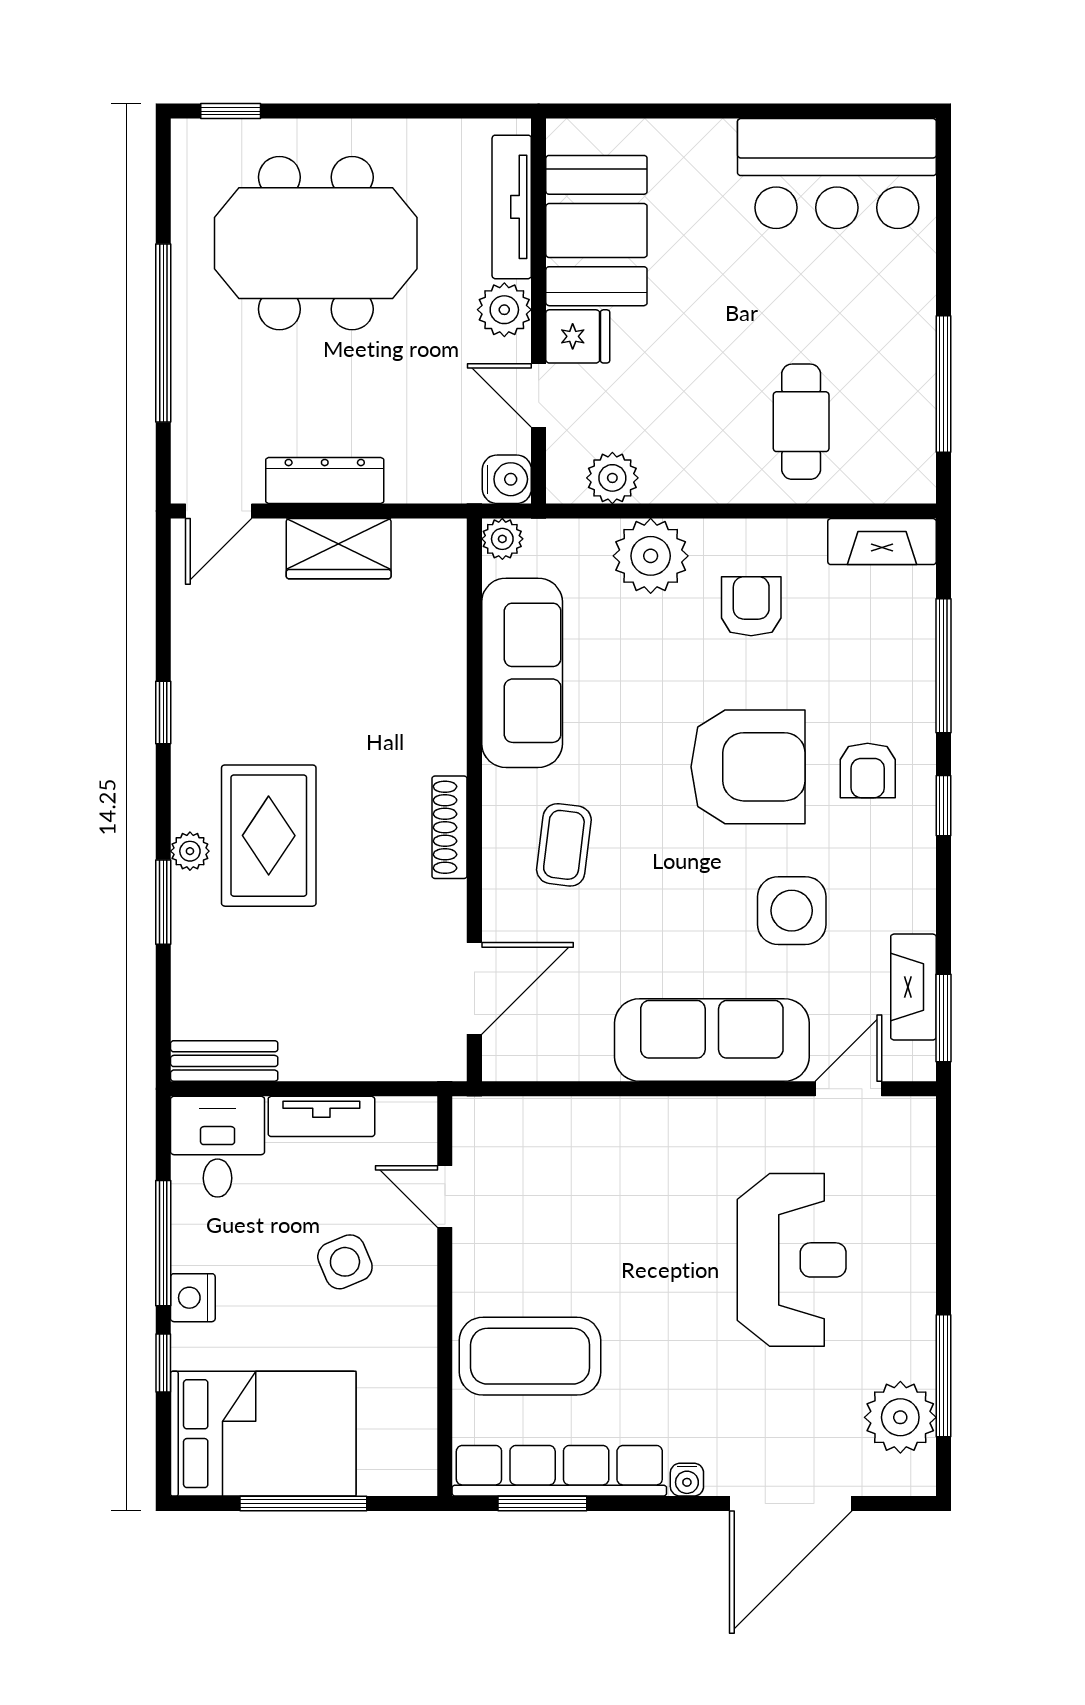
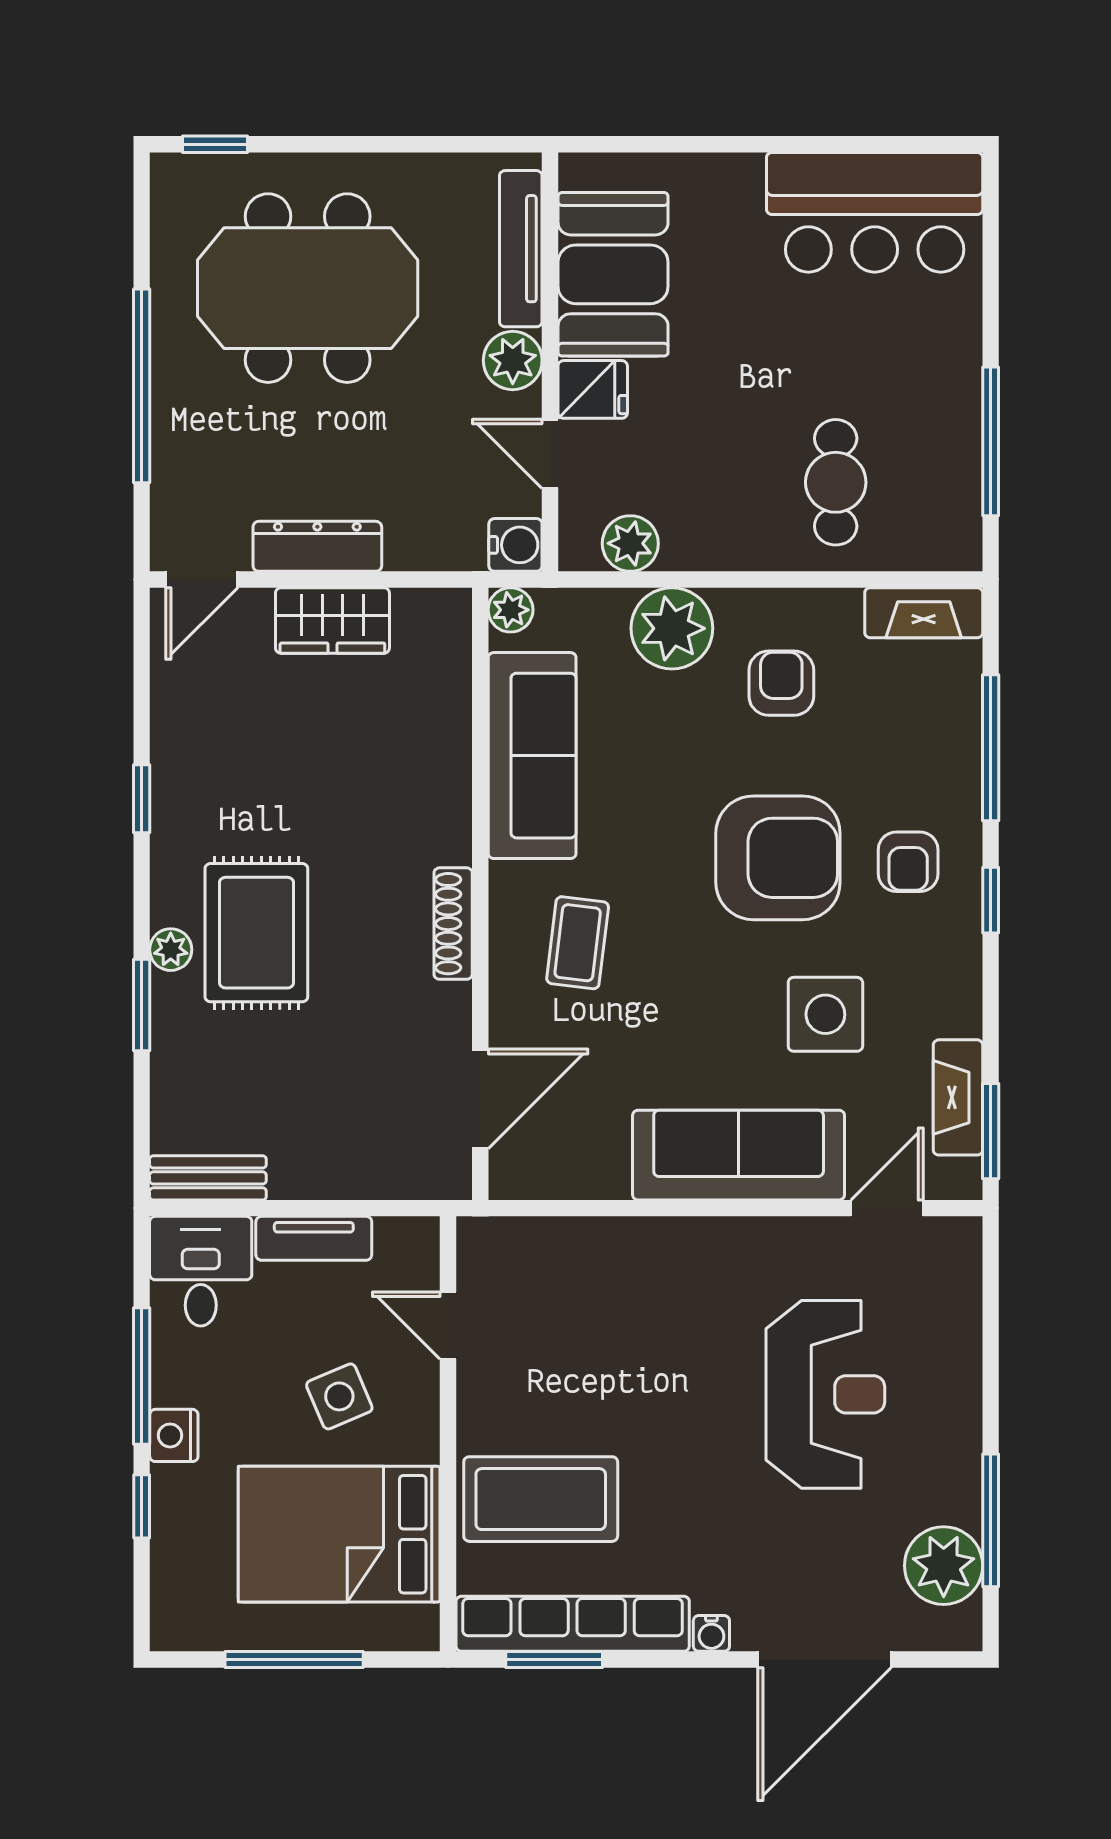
bed: (263, 1434) -> (339, 1534), moved, turned 180

